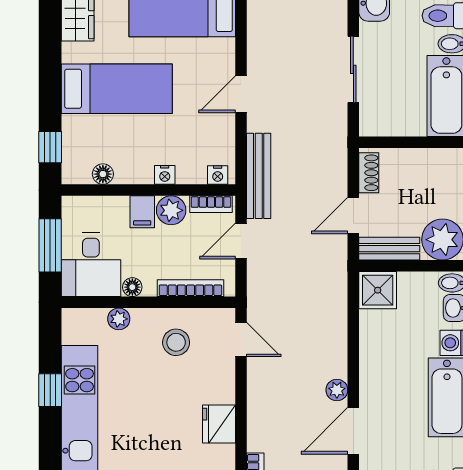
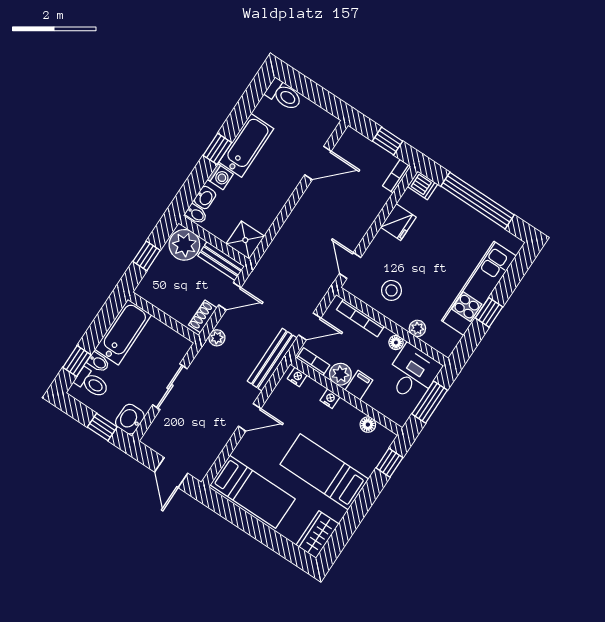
plant: (337, 390) -> (217, 338), moved

